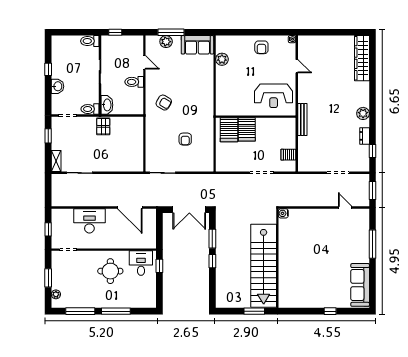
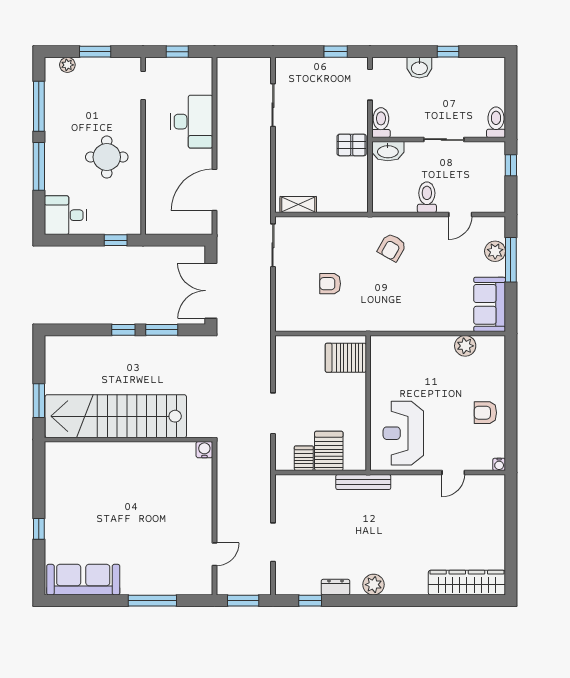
server rack: (247, 129) -> (329, 451), moved, turned 90
shelving: (56, 161) -> (298, 205), moved
desk: (141, 263) -> (65, 215), moved, turned 180

